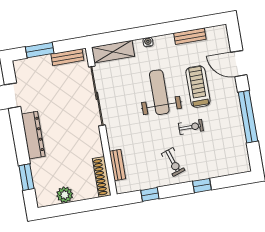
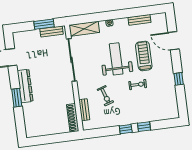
window: (40, 50) -> (44, 24), moved
window: (248, 117) -> (179, 79), width x0.32
exercise bike: (173, 162) -> (105, 96), moved
window: (26, 177) -> (17, 98), moved
window: (150, 194) -> (126, 129), moved
plant: (65, 195) -> (46, 130), removed

